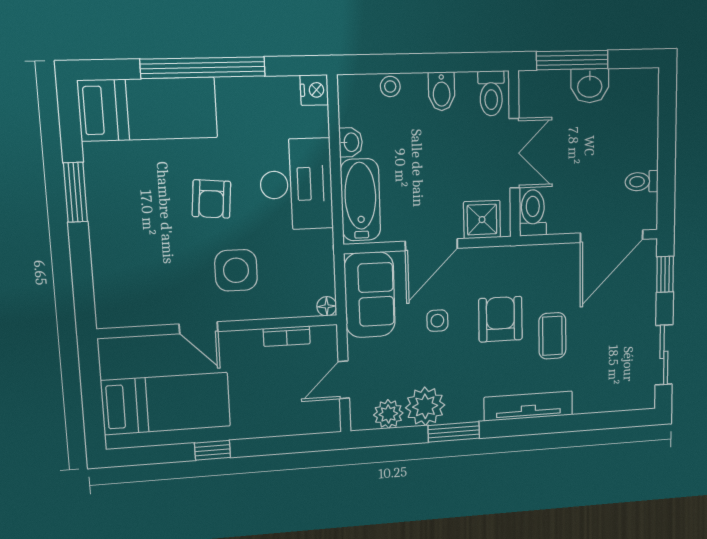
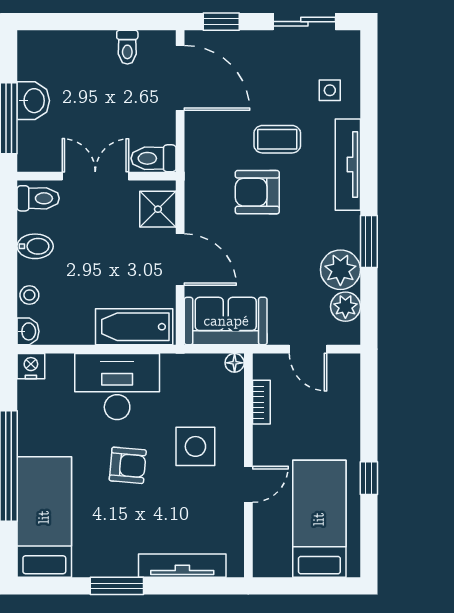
washbasin: (351, 142) -> (28, 331), moved, turned 90
tv unit: (104, 263) -> (182, 566), added
side table: (437, 321) -> (330, 90), moved

